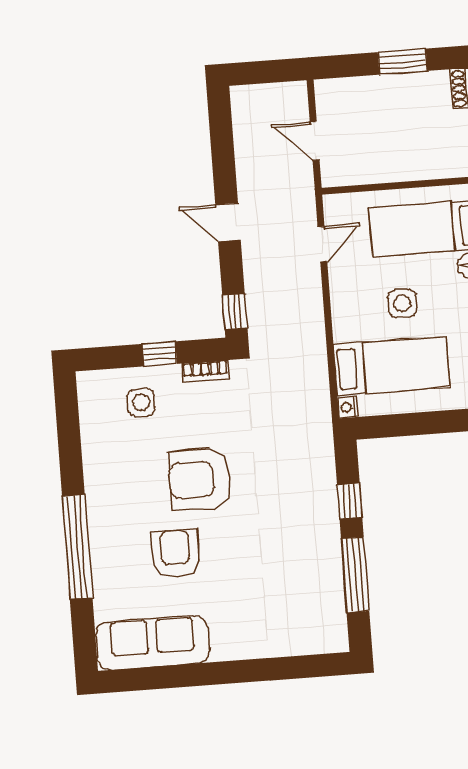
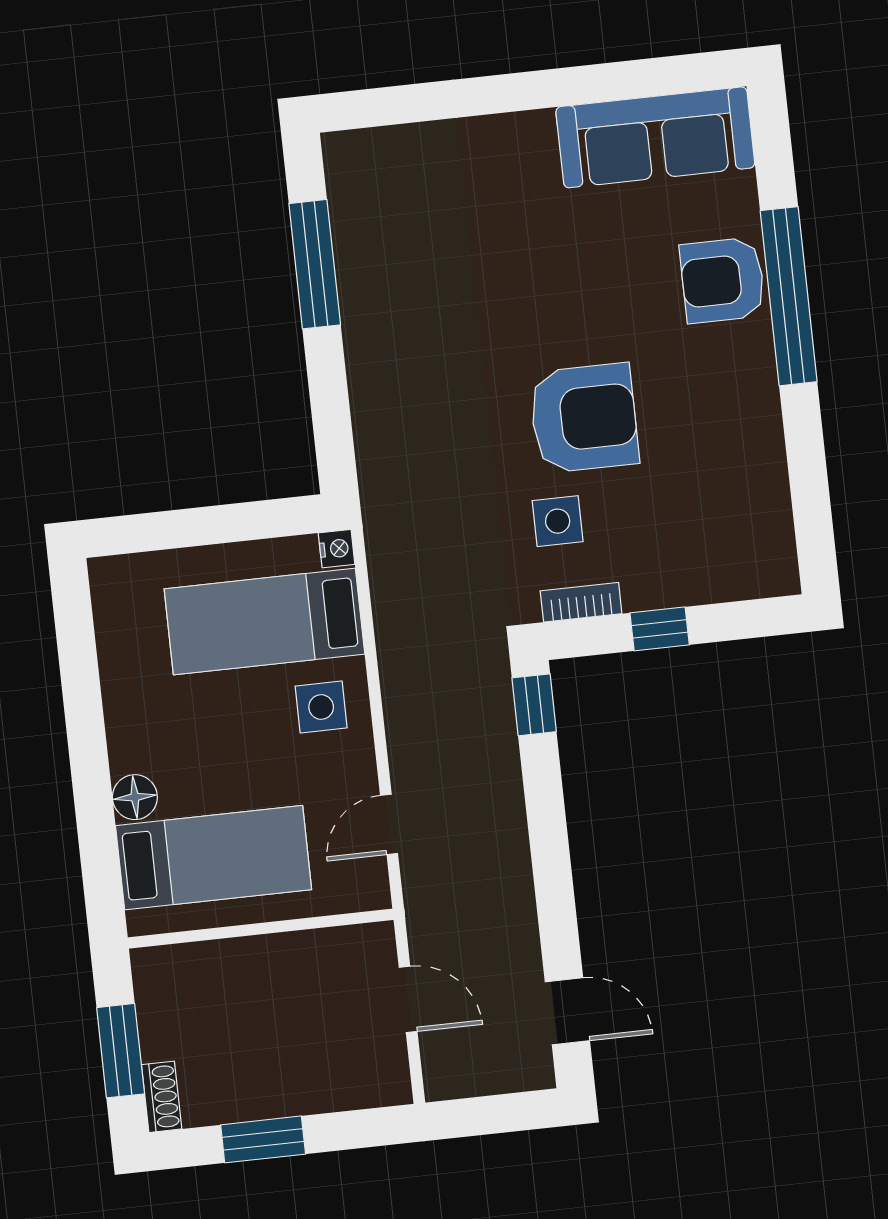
door: (228, 222) -> (567, 1011), moved
side table: (402, 303) -> (321, 707), moved
side table: (141, 402) -> (558, 521), moved
window: (350, 501) -> (328, 389), removed
armchair: (175, 554) -> (723, 280), moved, turned 90

